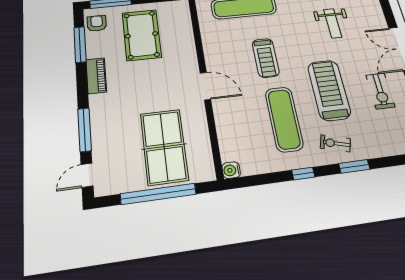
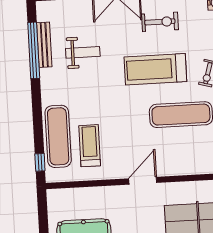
treadmill: (266, 58) -> (90, 146), moved, turned -90

